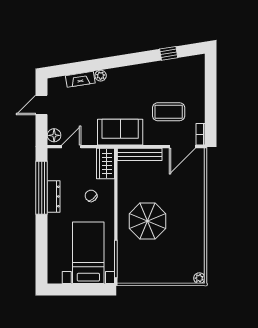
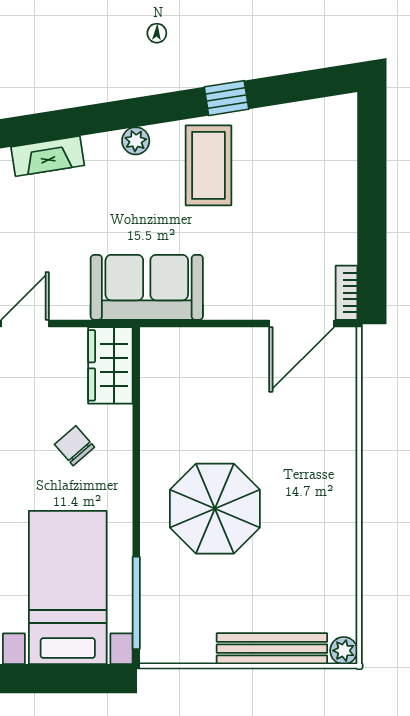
window: (169, 53) -> (226, 98), moved
plant: (101, 76) -> (136, 141), moved
coffee table: (169, 112) -> (208, 165), moved, turned 90
bench: (140, 154) -> (272, 649), moved

